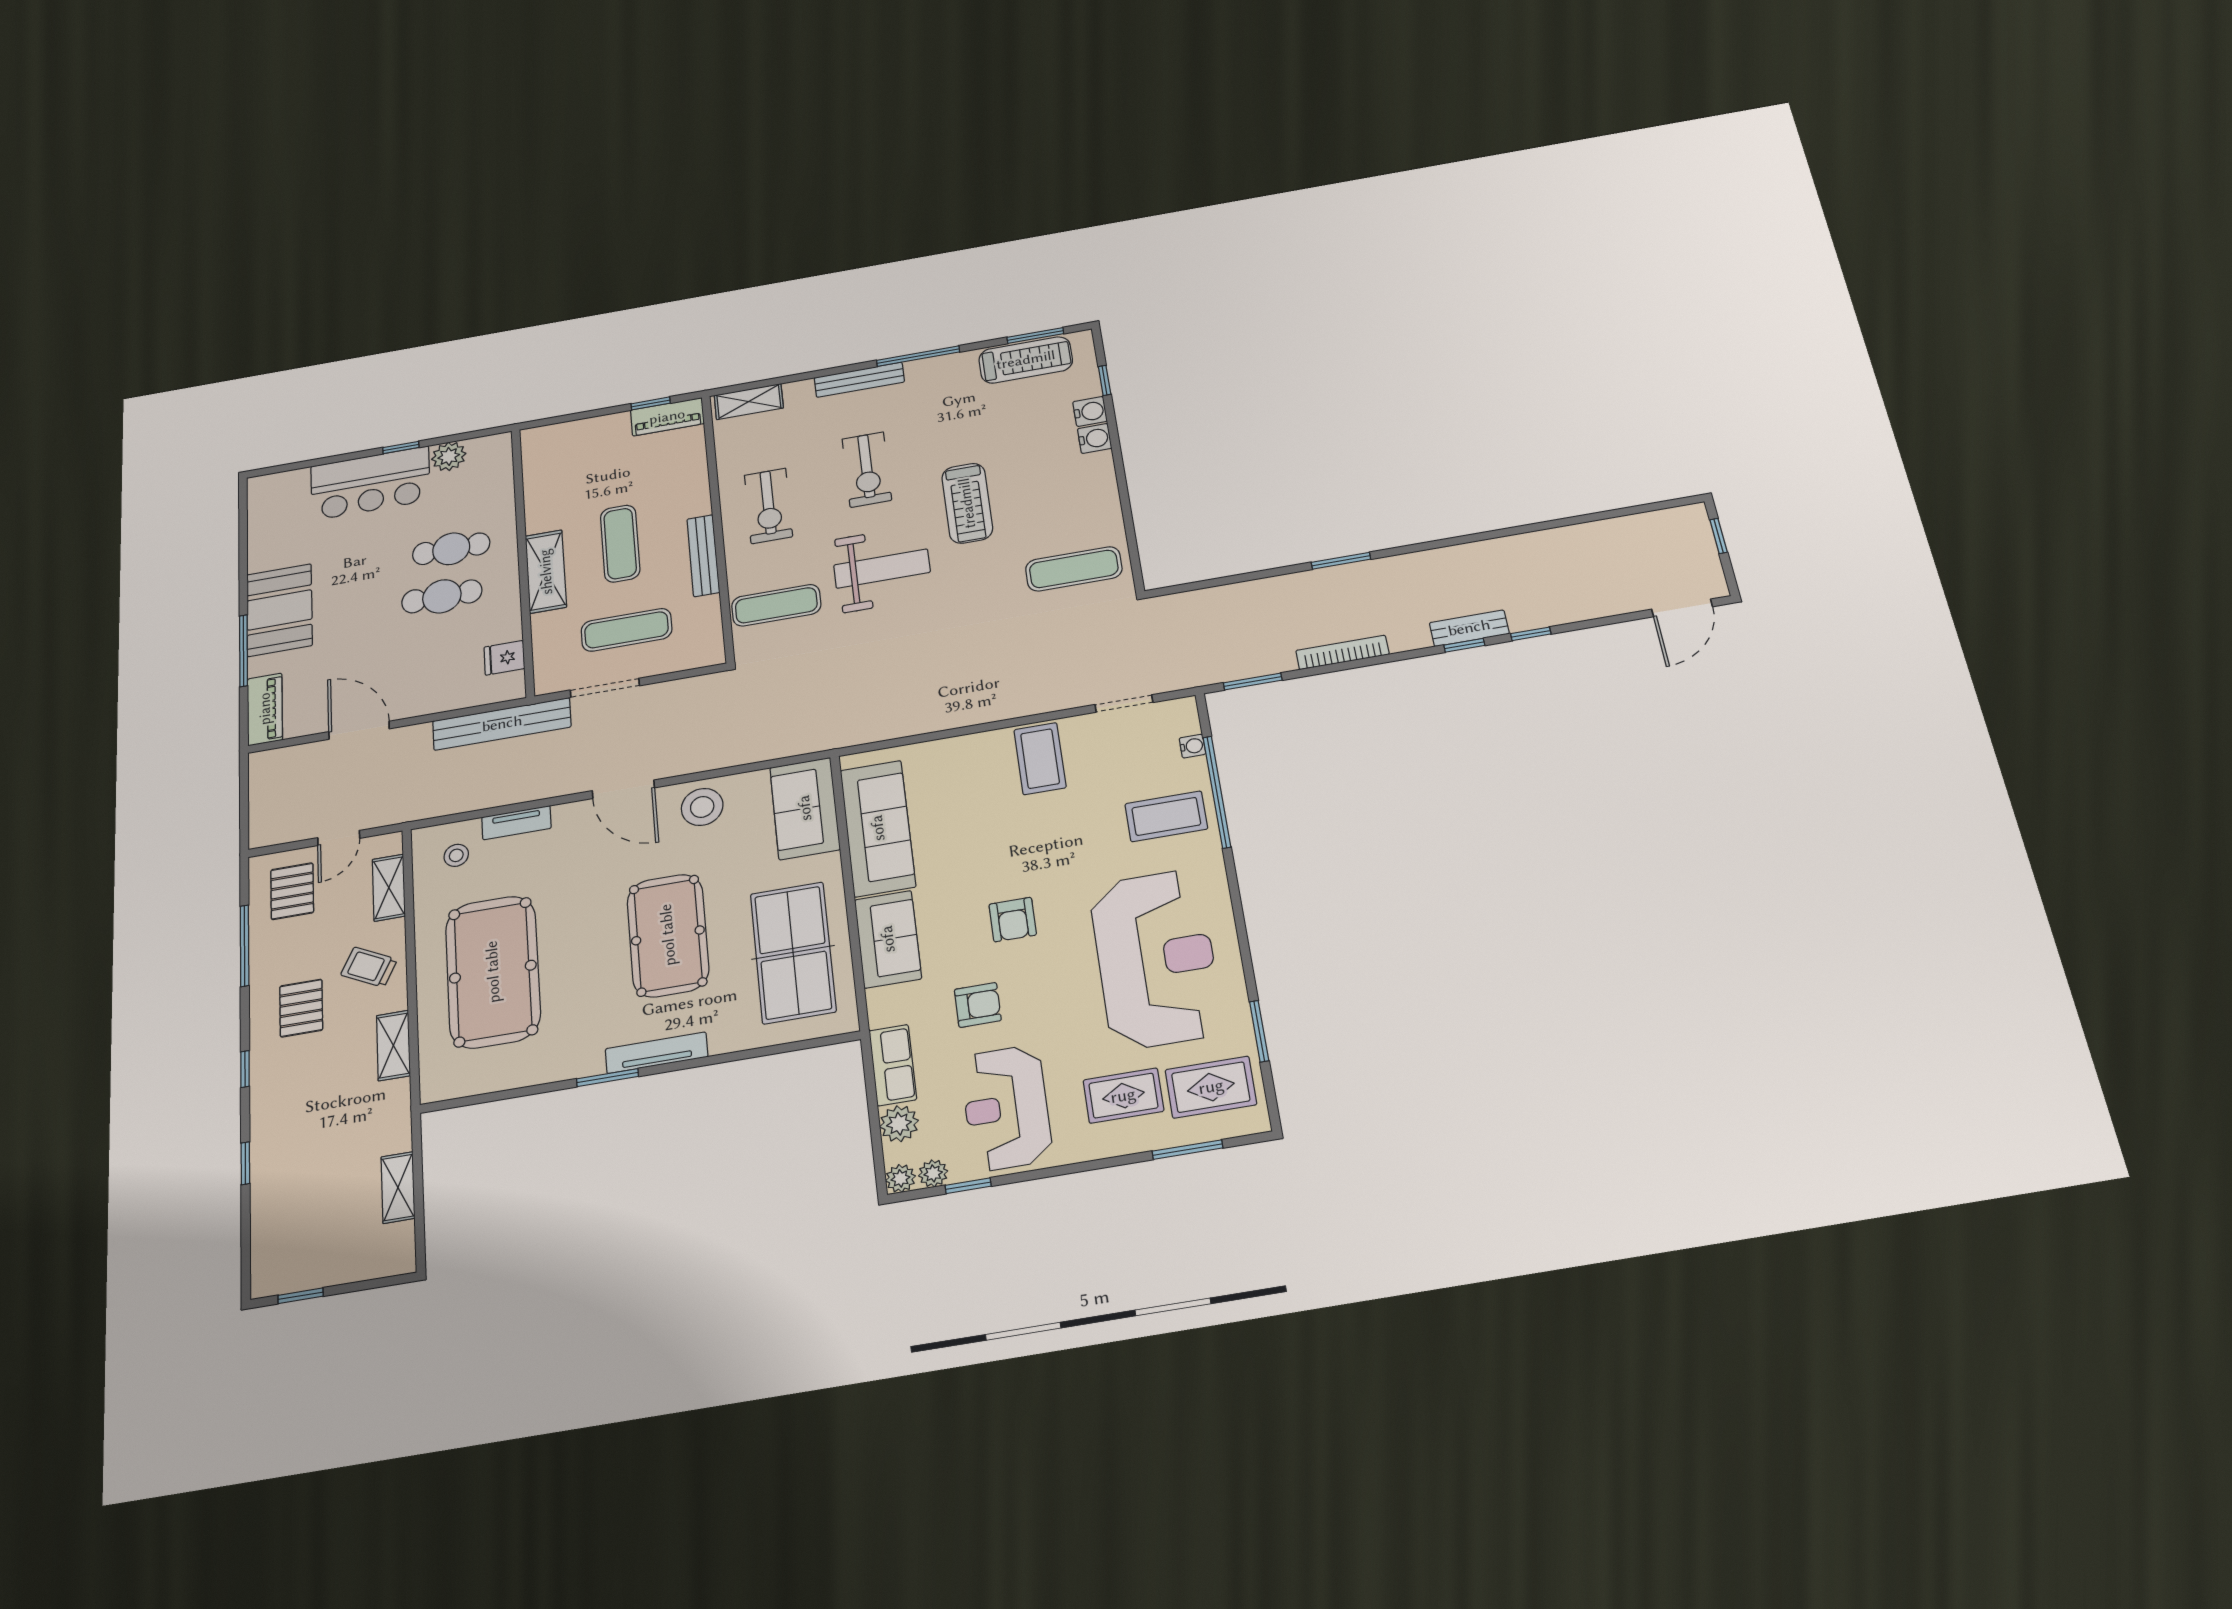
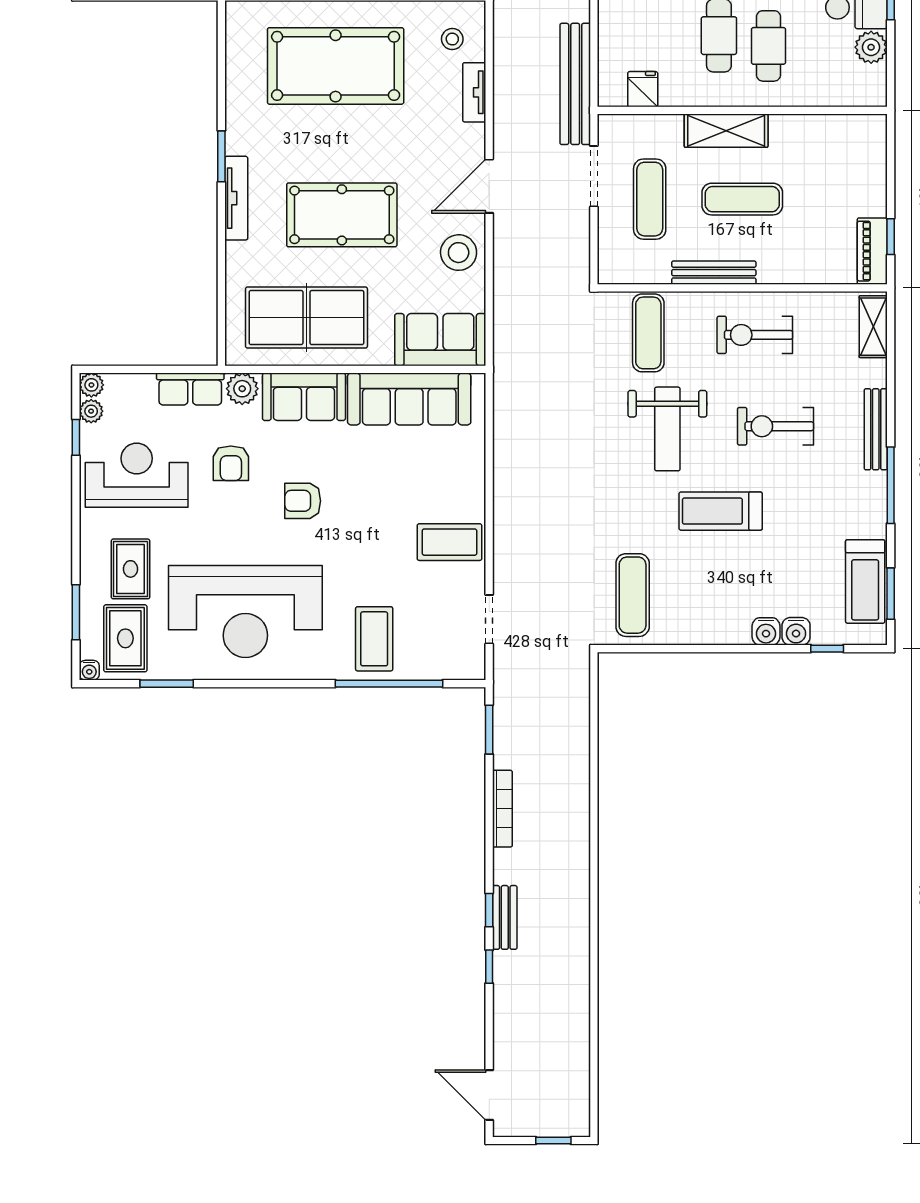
window: (1341, 561) -> (594, 823), removed
water cooler: (1192, 746) -> (89, 670), moved
plant: (899, 1124) -> (242, 389), moved

